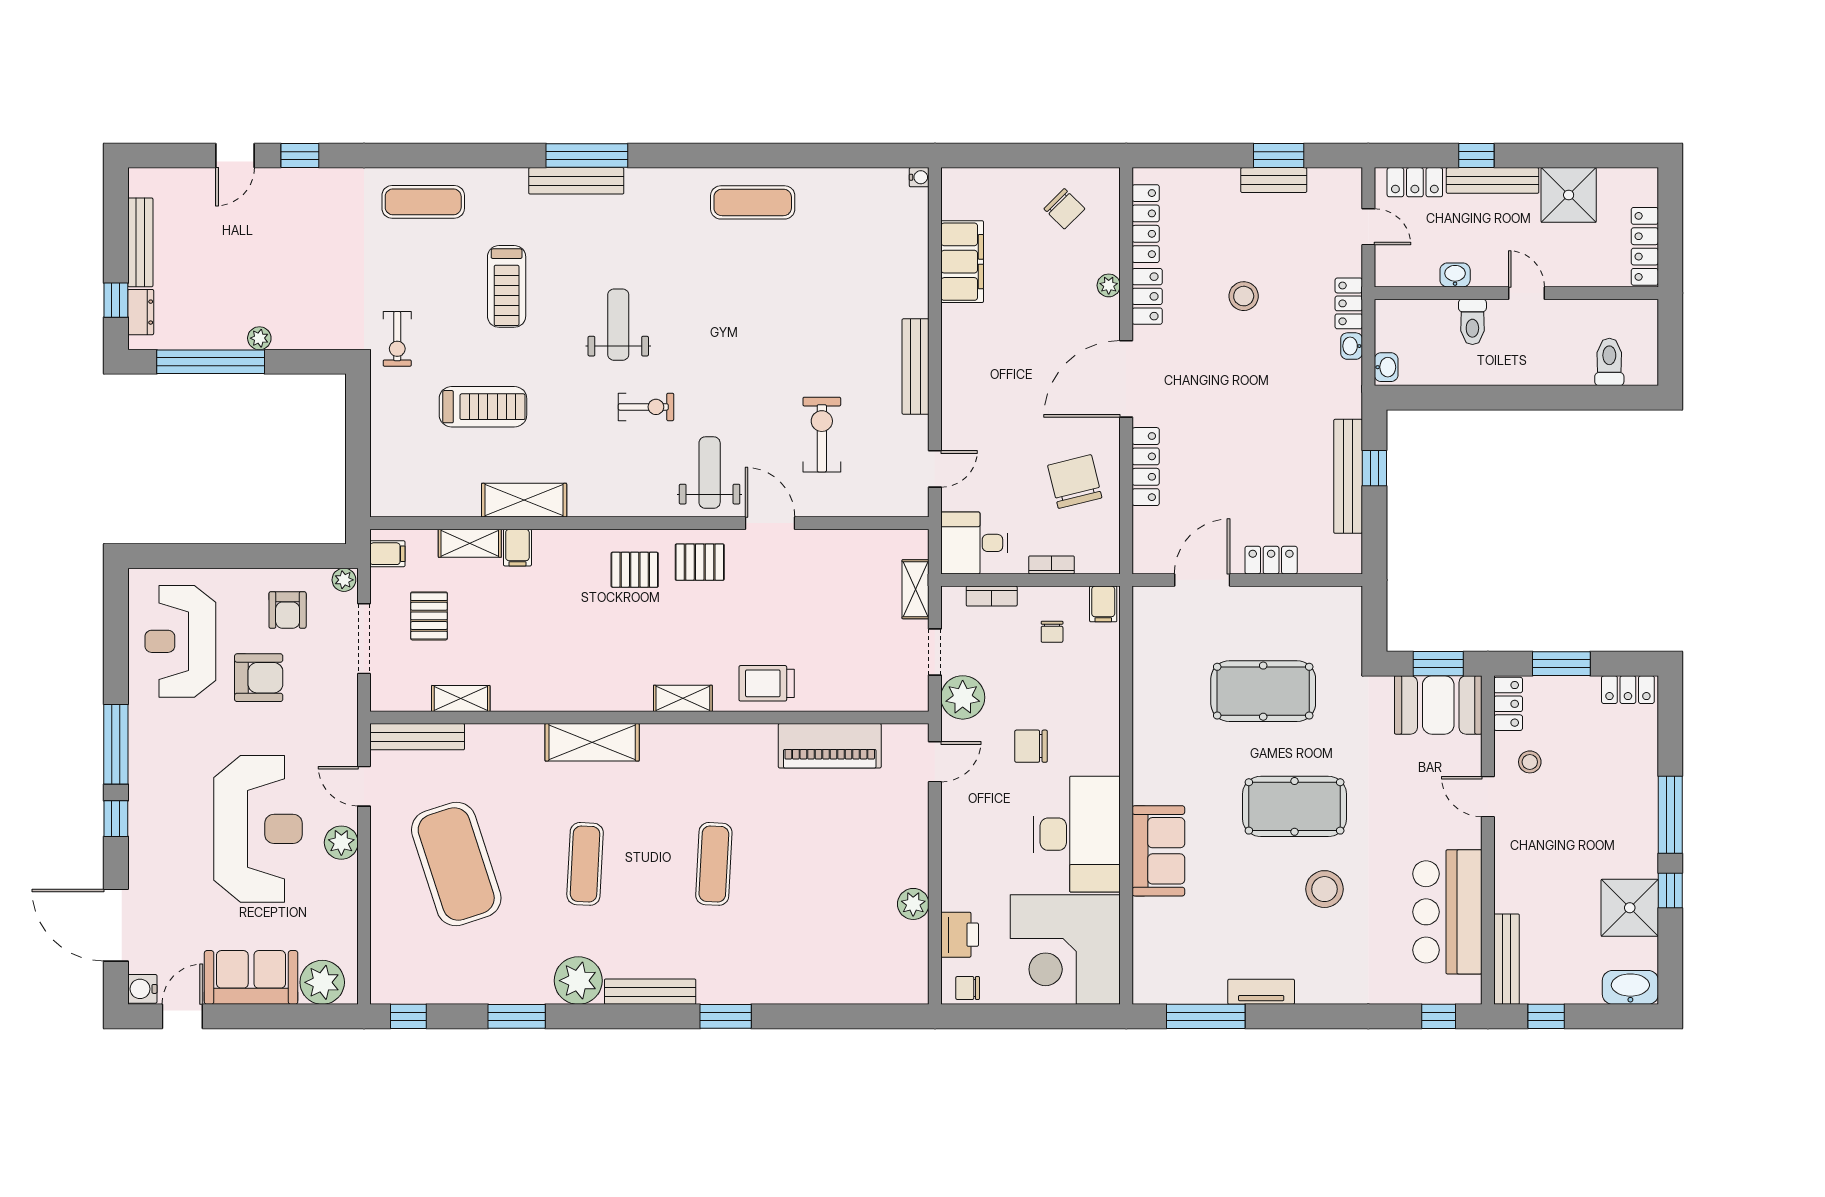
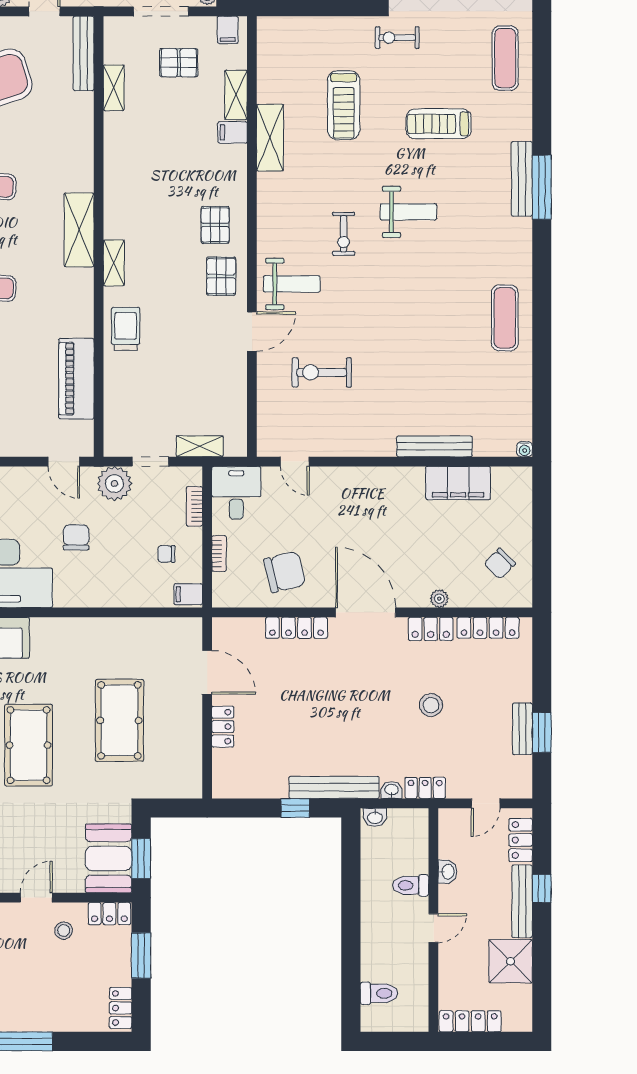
bench: (916, 367) -> (434, 446), moved
exercise bike: (822, 435) -> (322, 372), turned 180
bench: (1348, 476) -> (334, 787), moved
shelving: (592, 742) -> (79, 230), moved

